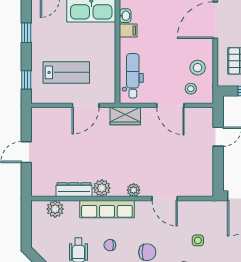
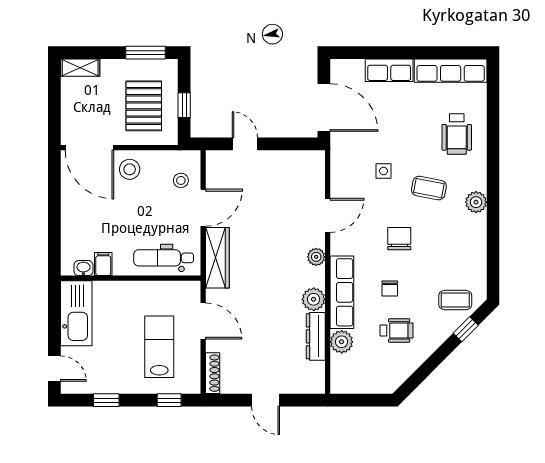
stool: (198, 68) -> (130, 169), moved
shoe rack: (46, 112) -> (213, 373), added
wardrobe: (125, 116) -> (217, 258), width x1.50
plant: (55, 209) -> (342, 342), moved

